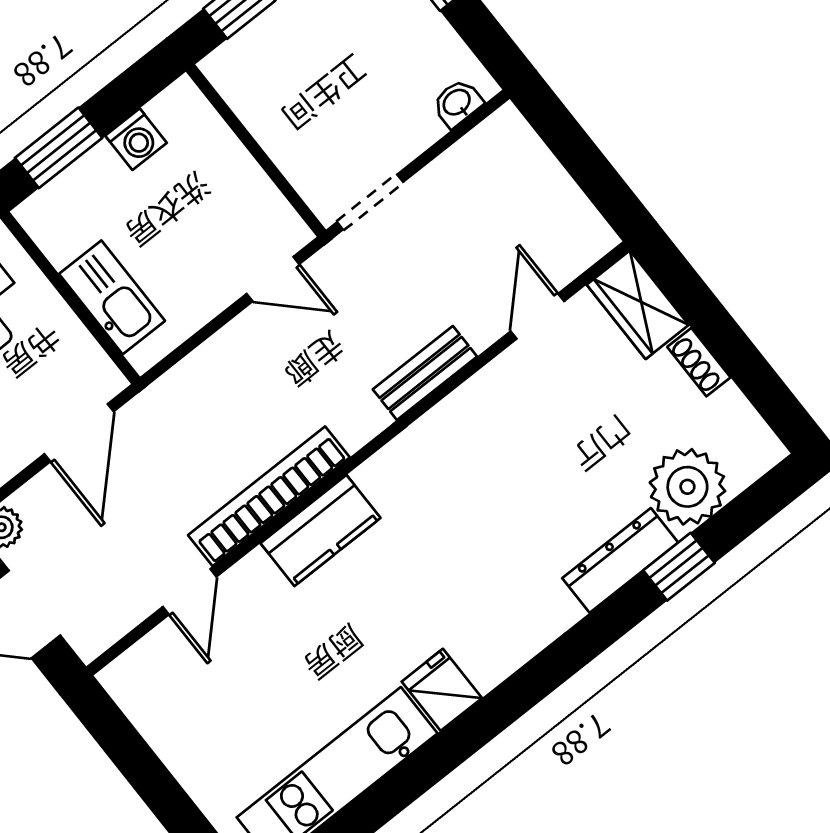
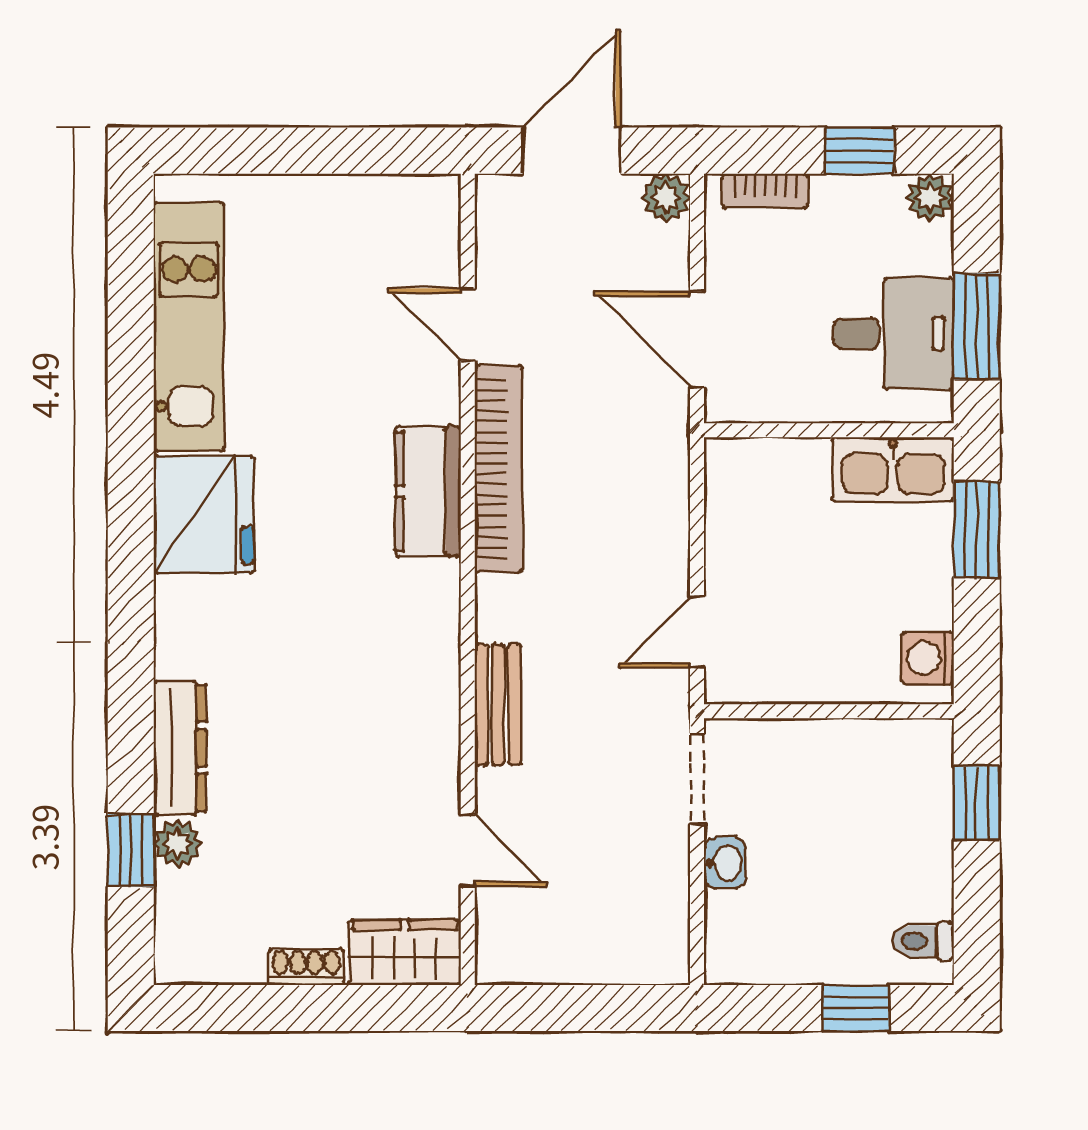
washbasin: (457, 103) -> (725, 863), moved
washing machine: (136, 139) -> (928, 658), moved
kitchen sink: (112, 297) -> (893, 469), moved
plant: (687, 487) -> (178, 843), width x0.53, depth x0.53
window: (679, 567) -> (131, 850), moved
fridge: (442, 690) -> (204, 514), width x1.88, depth x1.34

